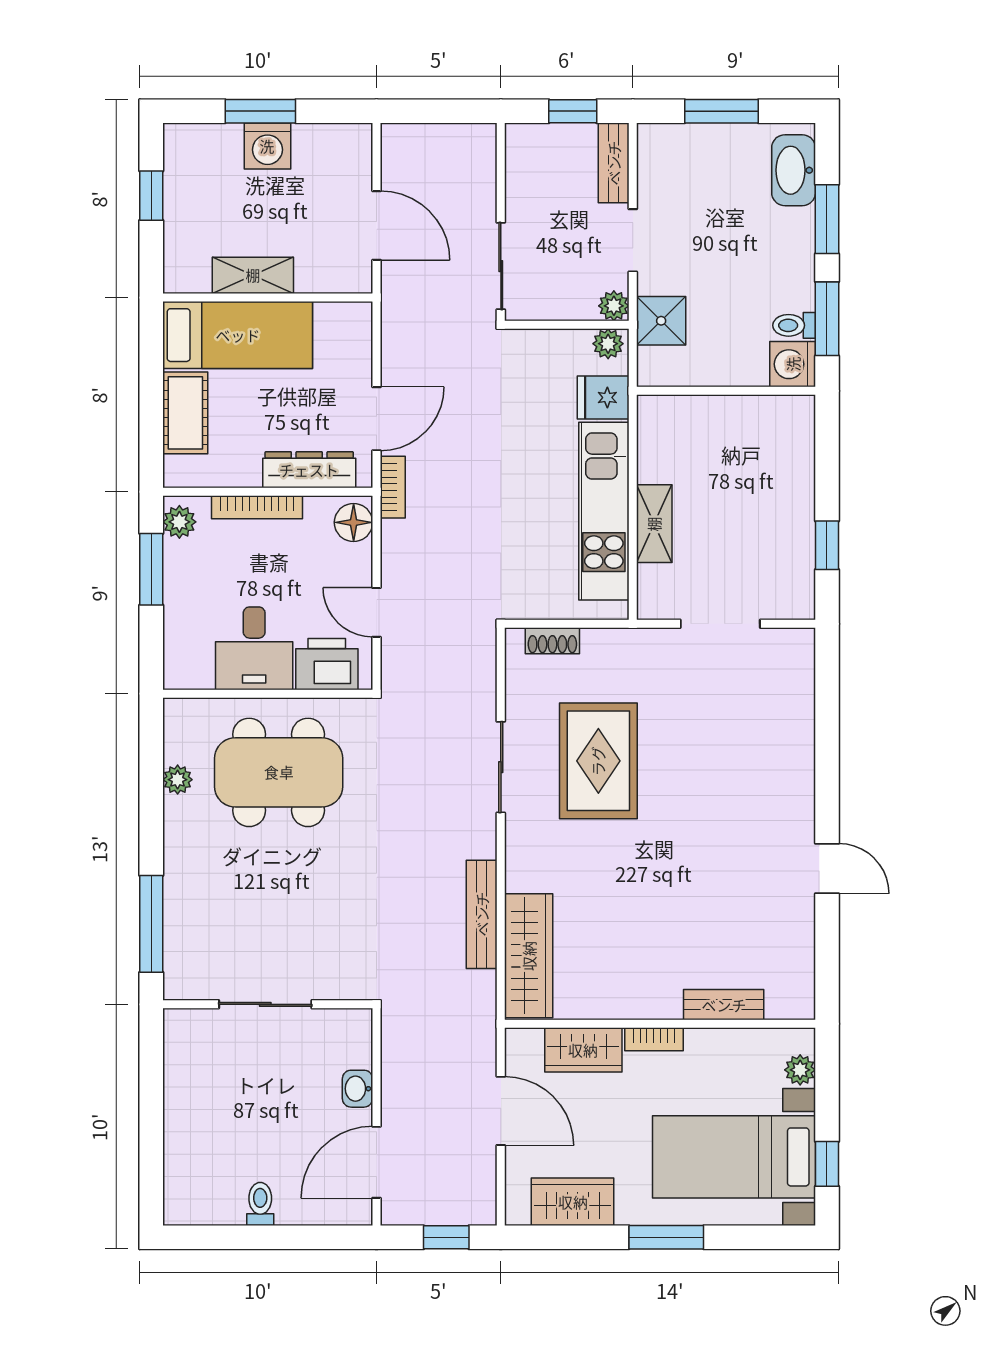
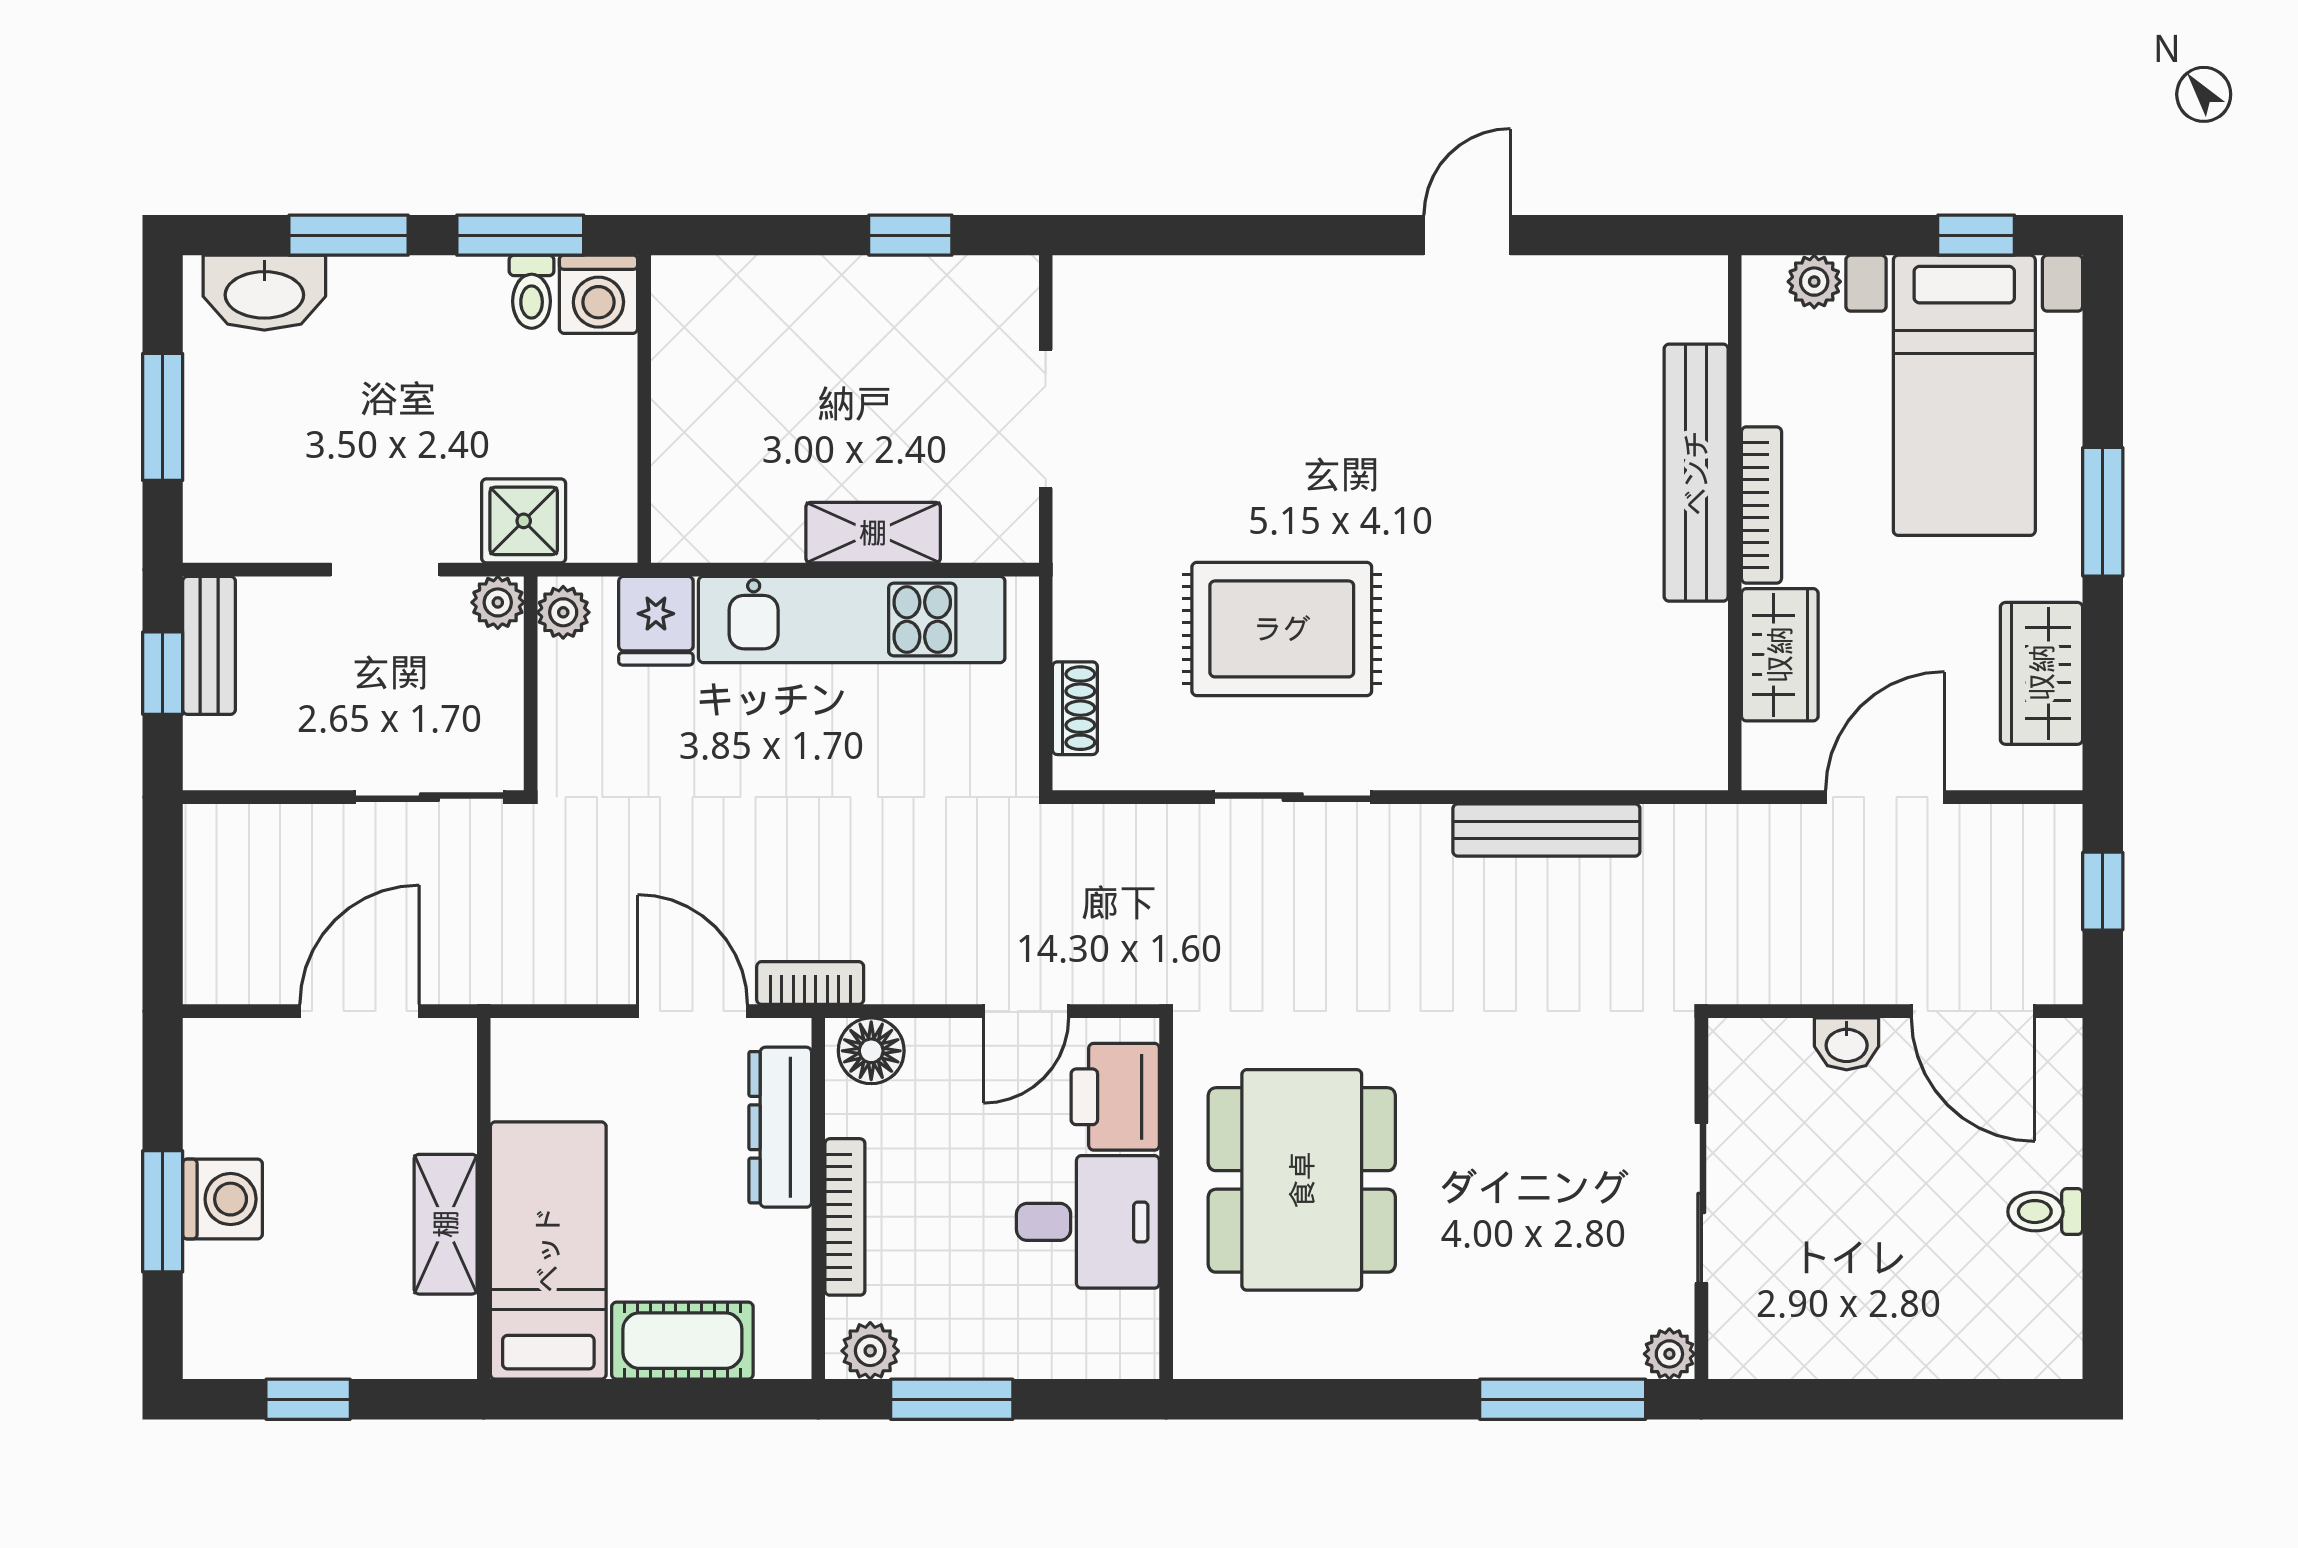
bench: (614, 163) -> (209, 645), moved, turned 90
plant: (178, 780) -> (1669, 1354), moved
wardrobe: (529, 956) -> (1618, 749), removed
bench: (724, 1005) -> (1696, 473), width x1.86, depth x1.21
bookcase: (654, 1039) -> (1761, 505), width x1.56

